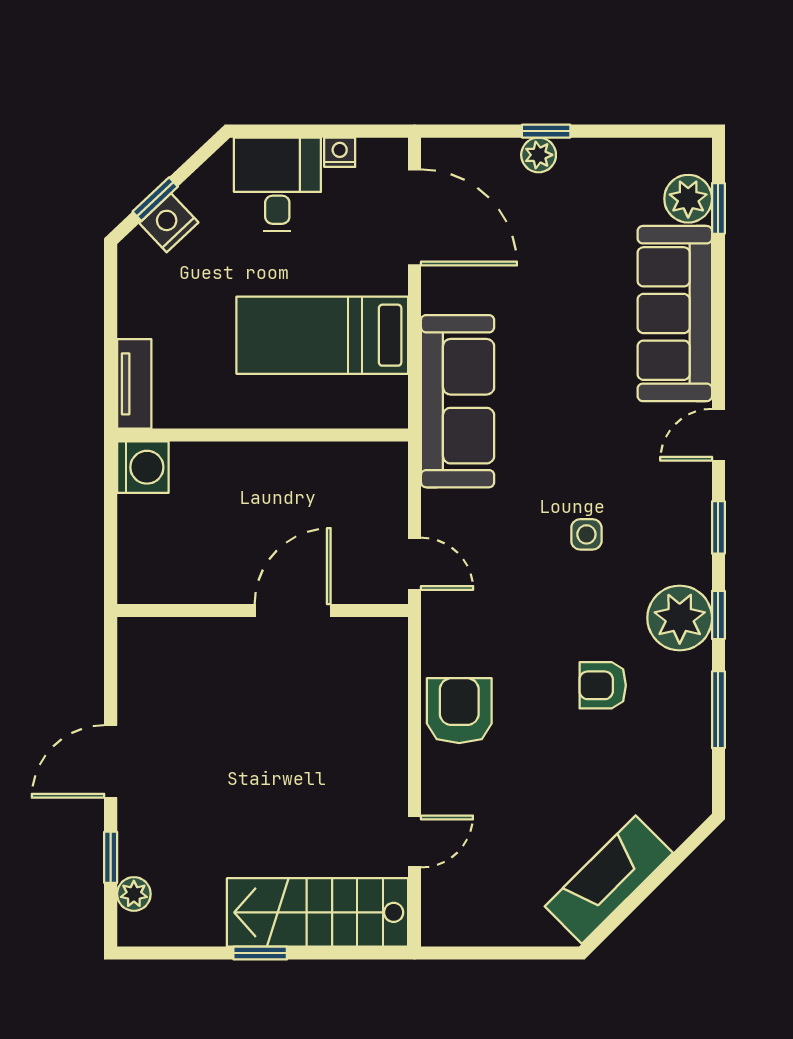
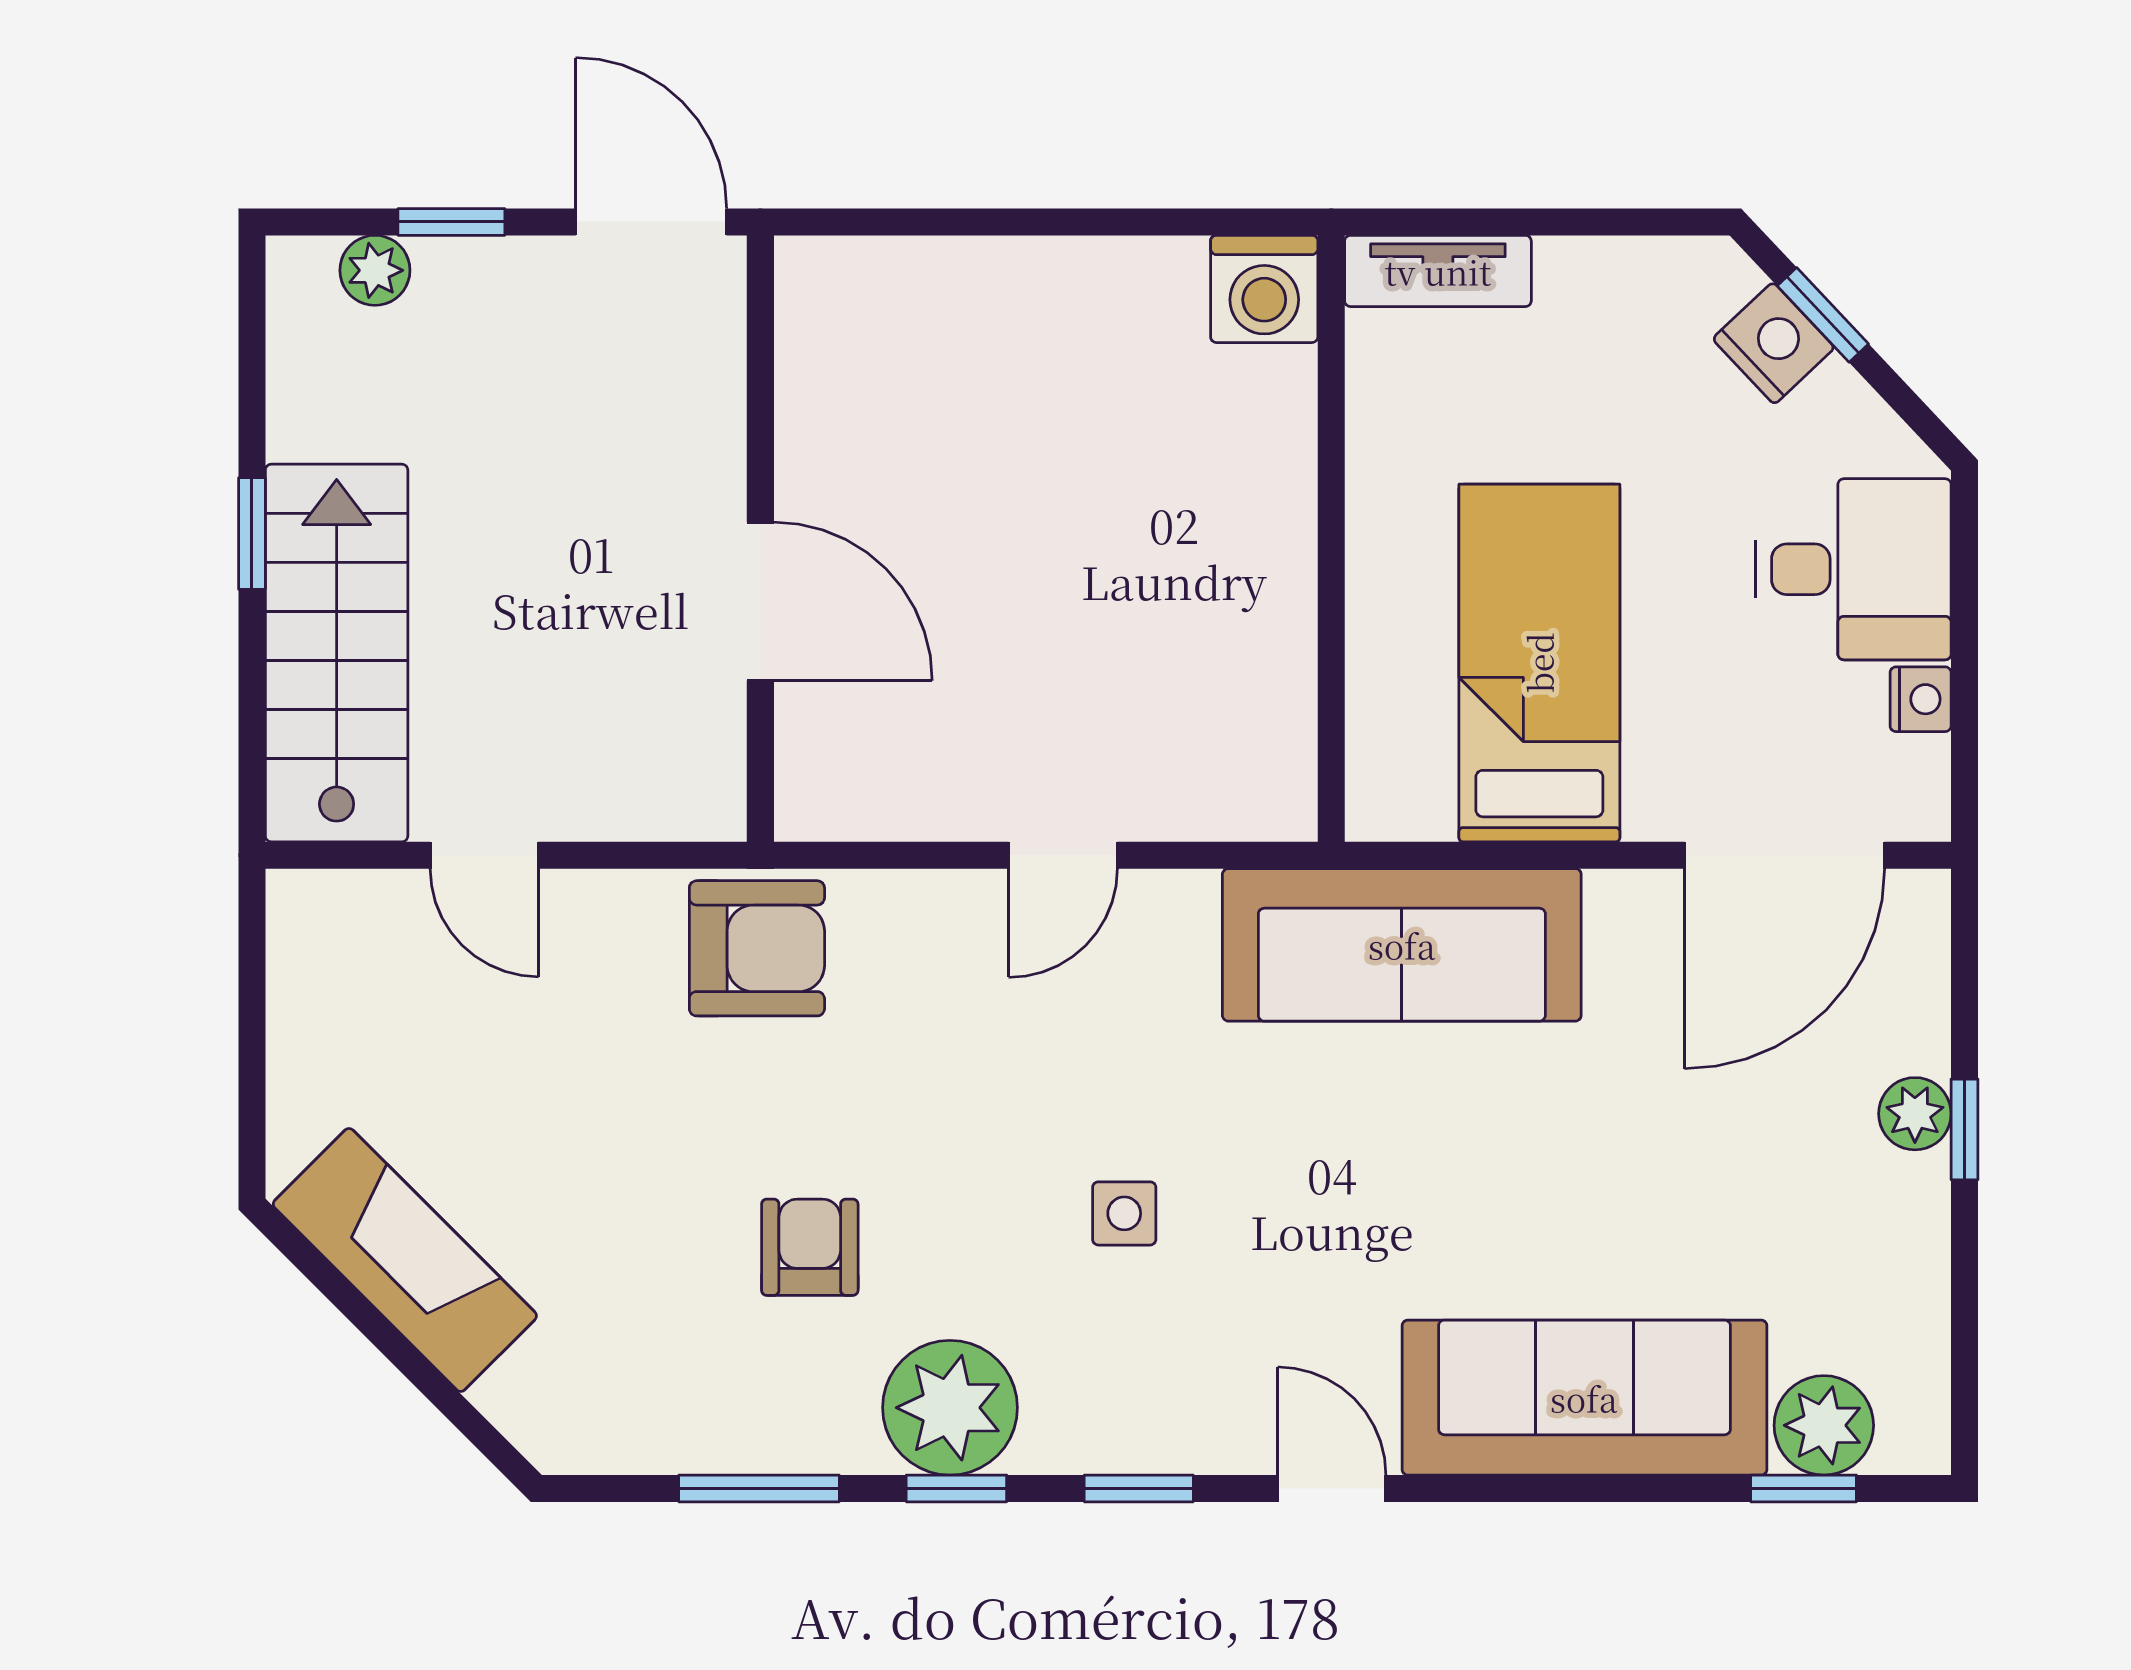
wall: (263, 611) -> (760, 539), moved
door: (293, 611) -> (760, 601), moved

